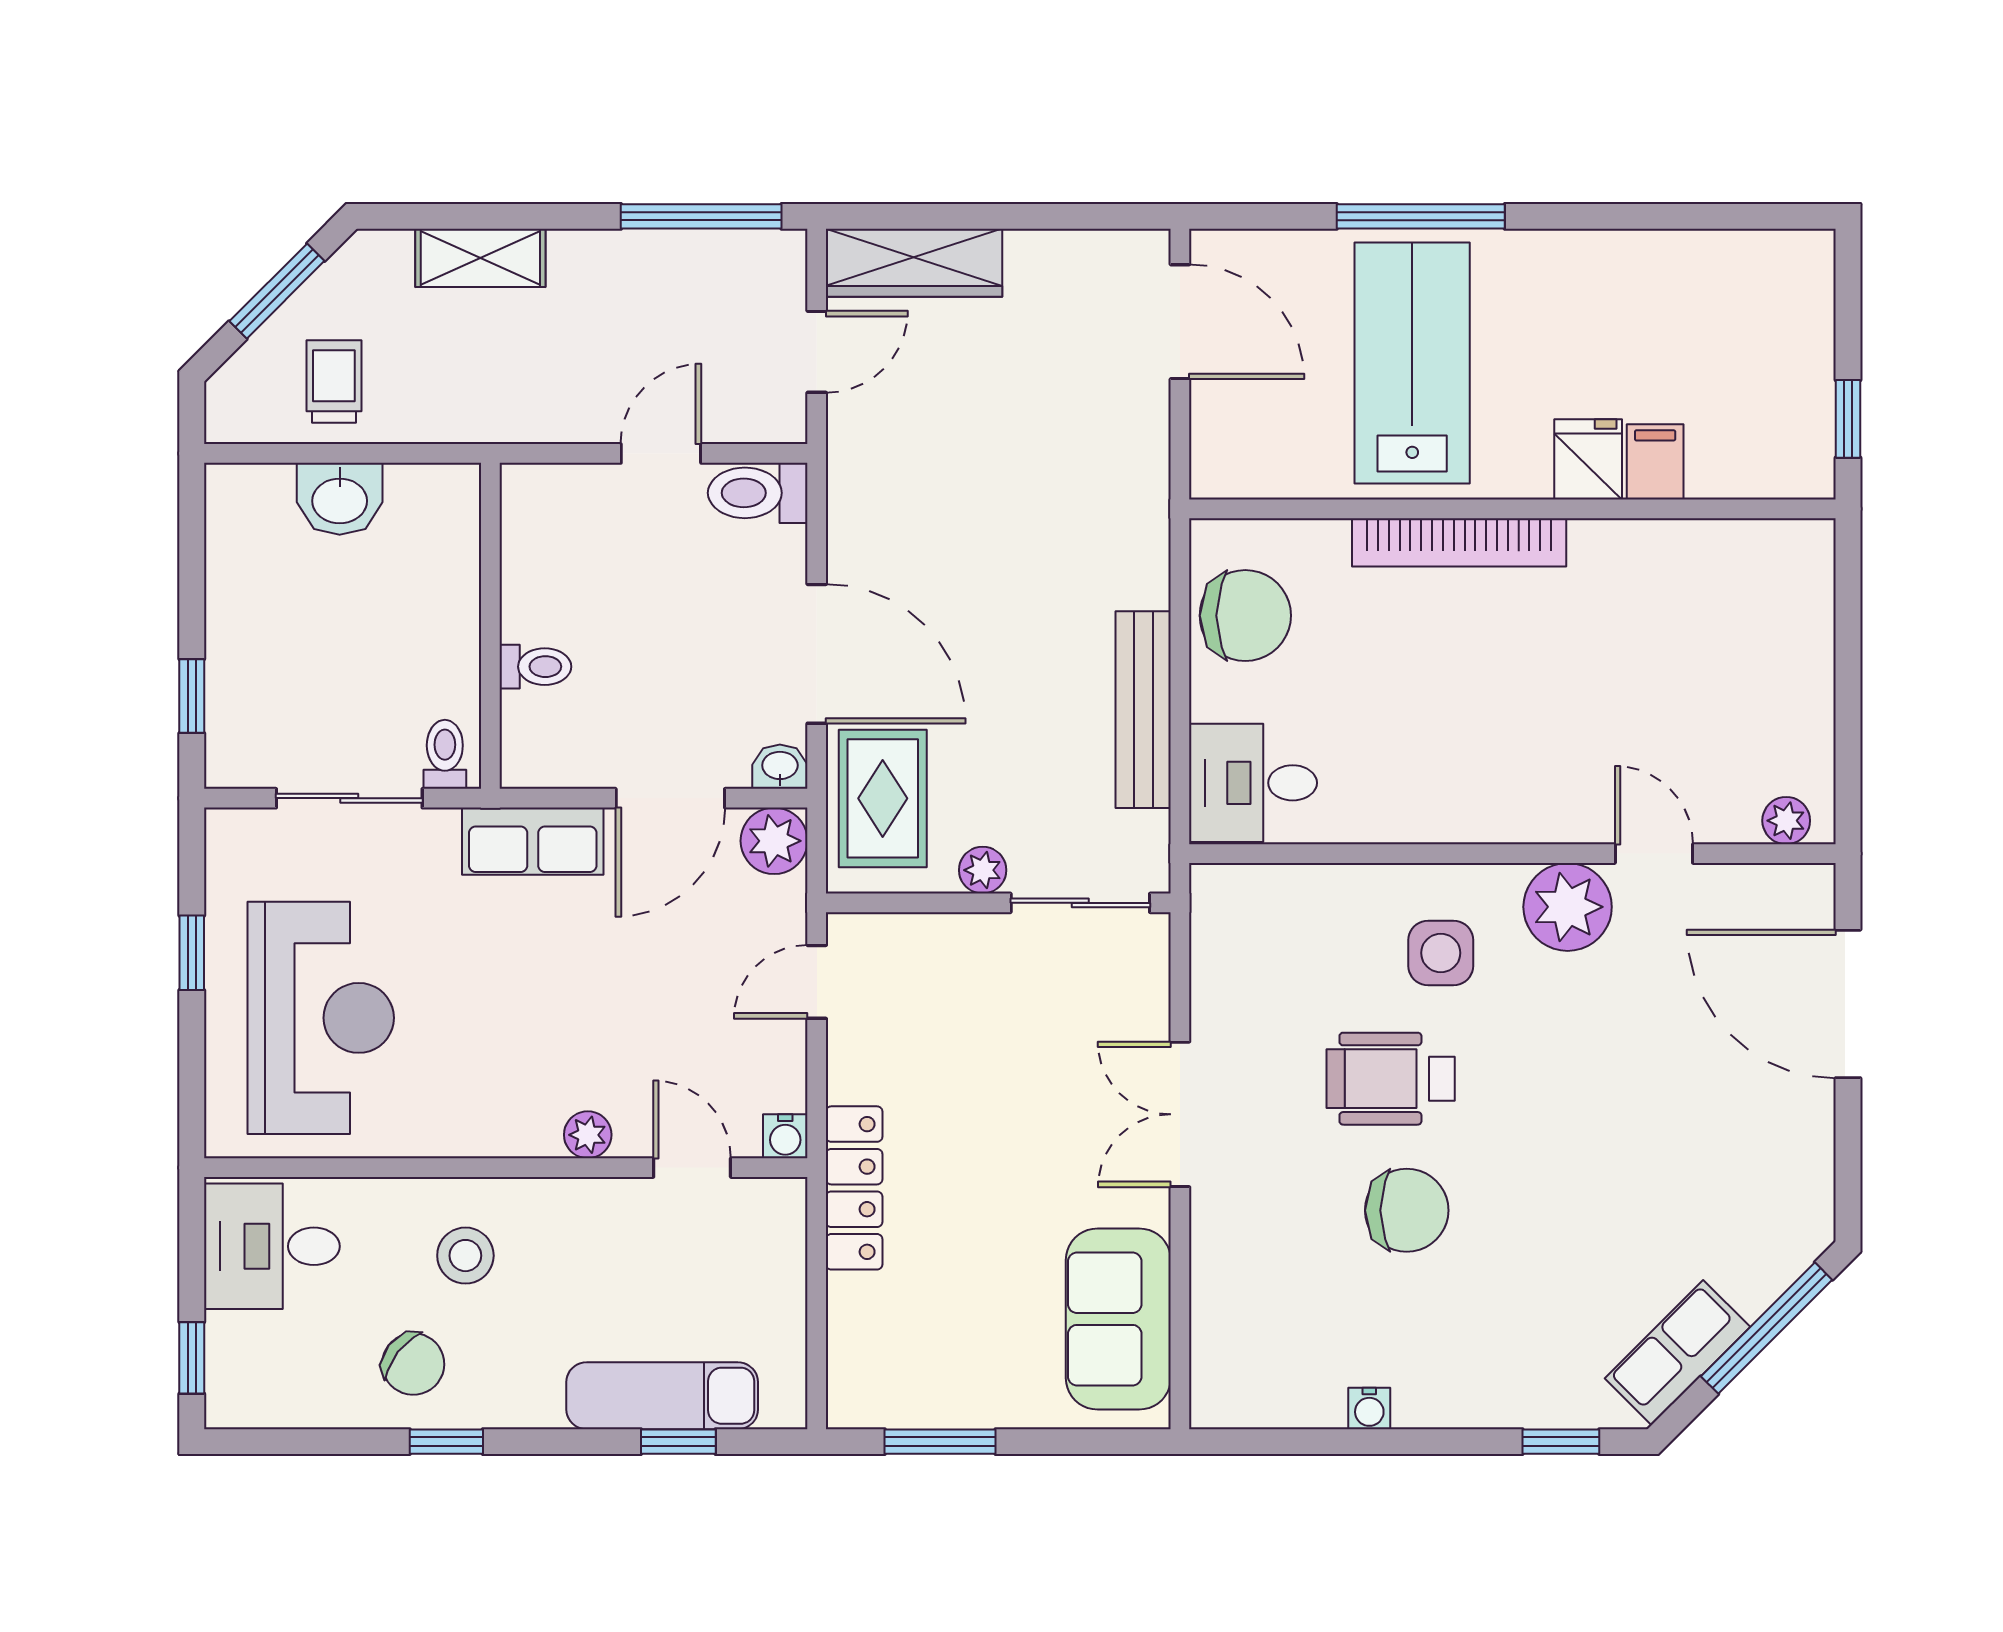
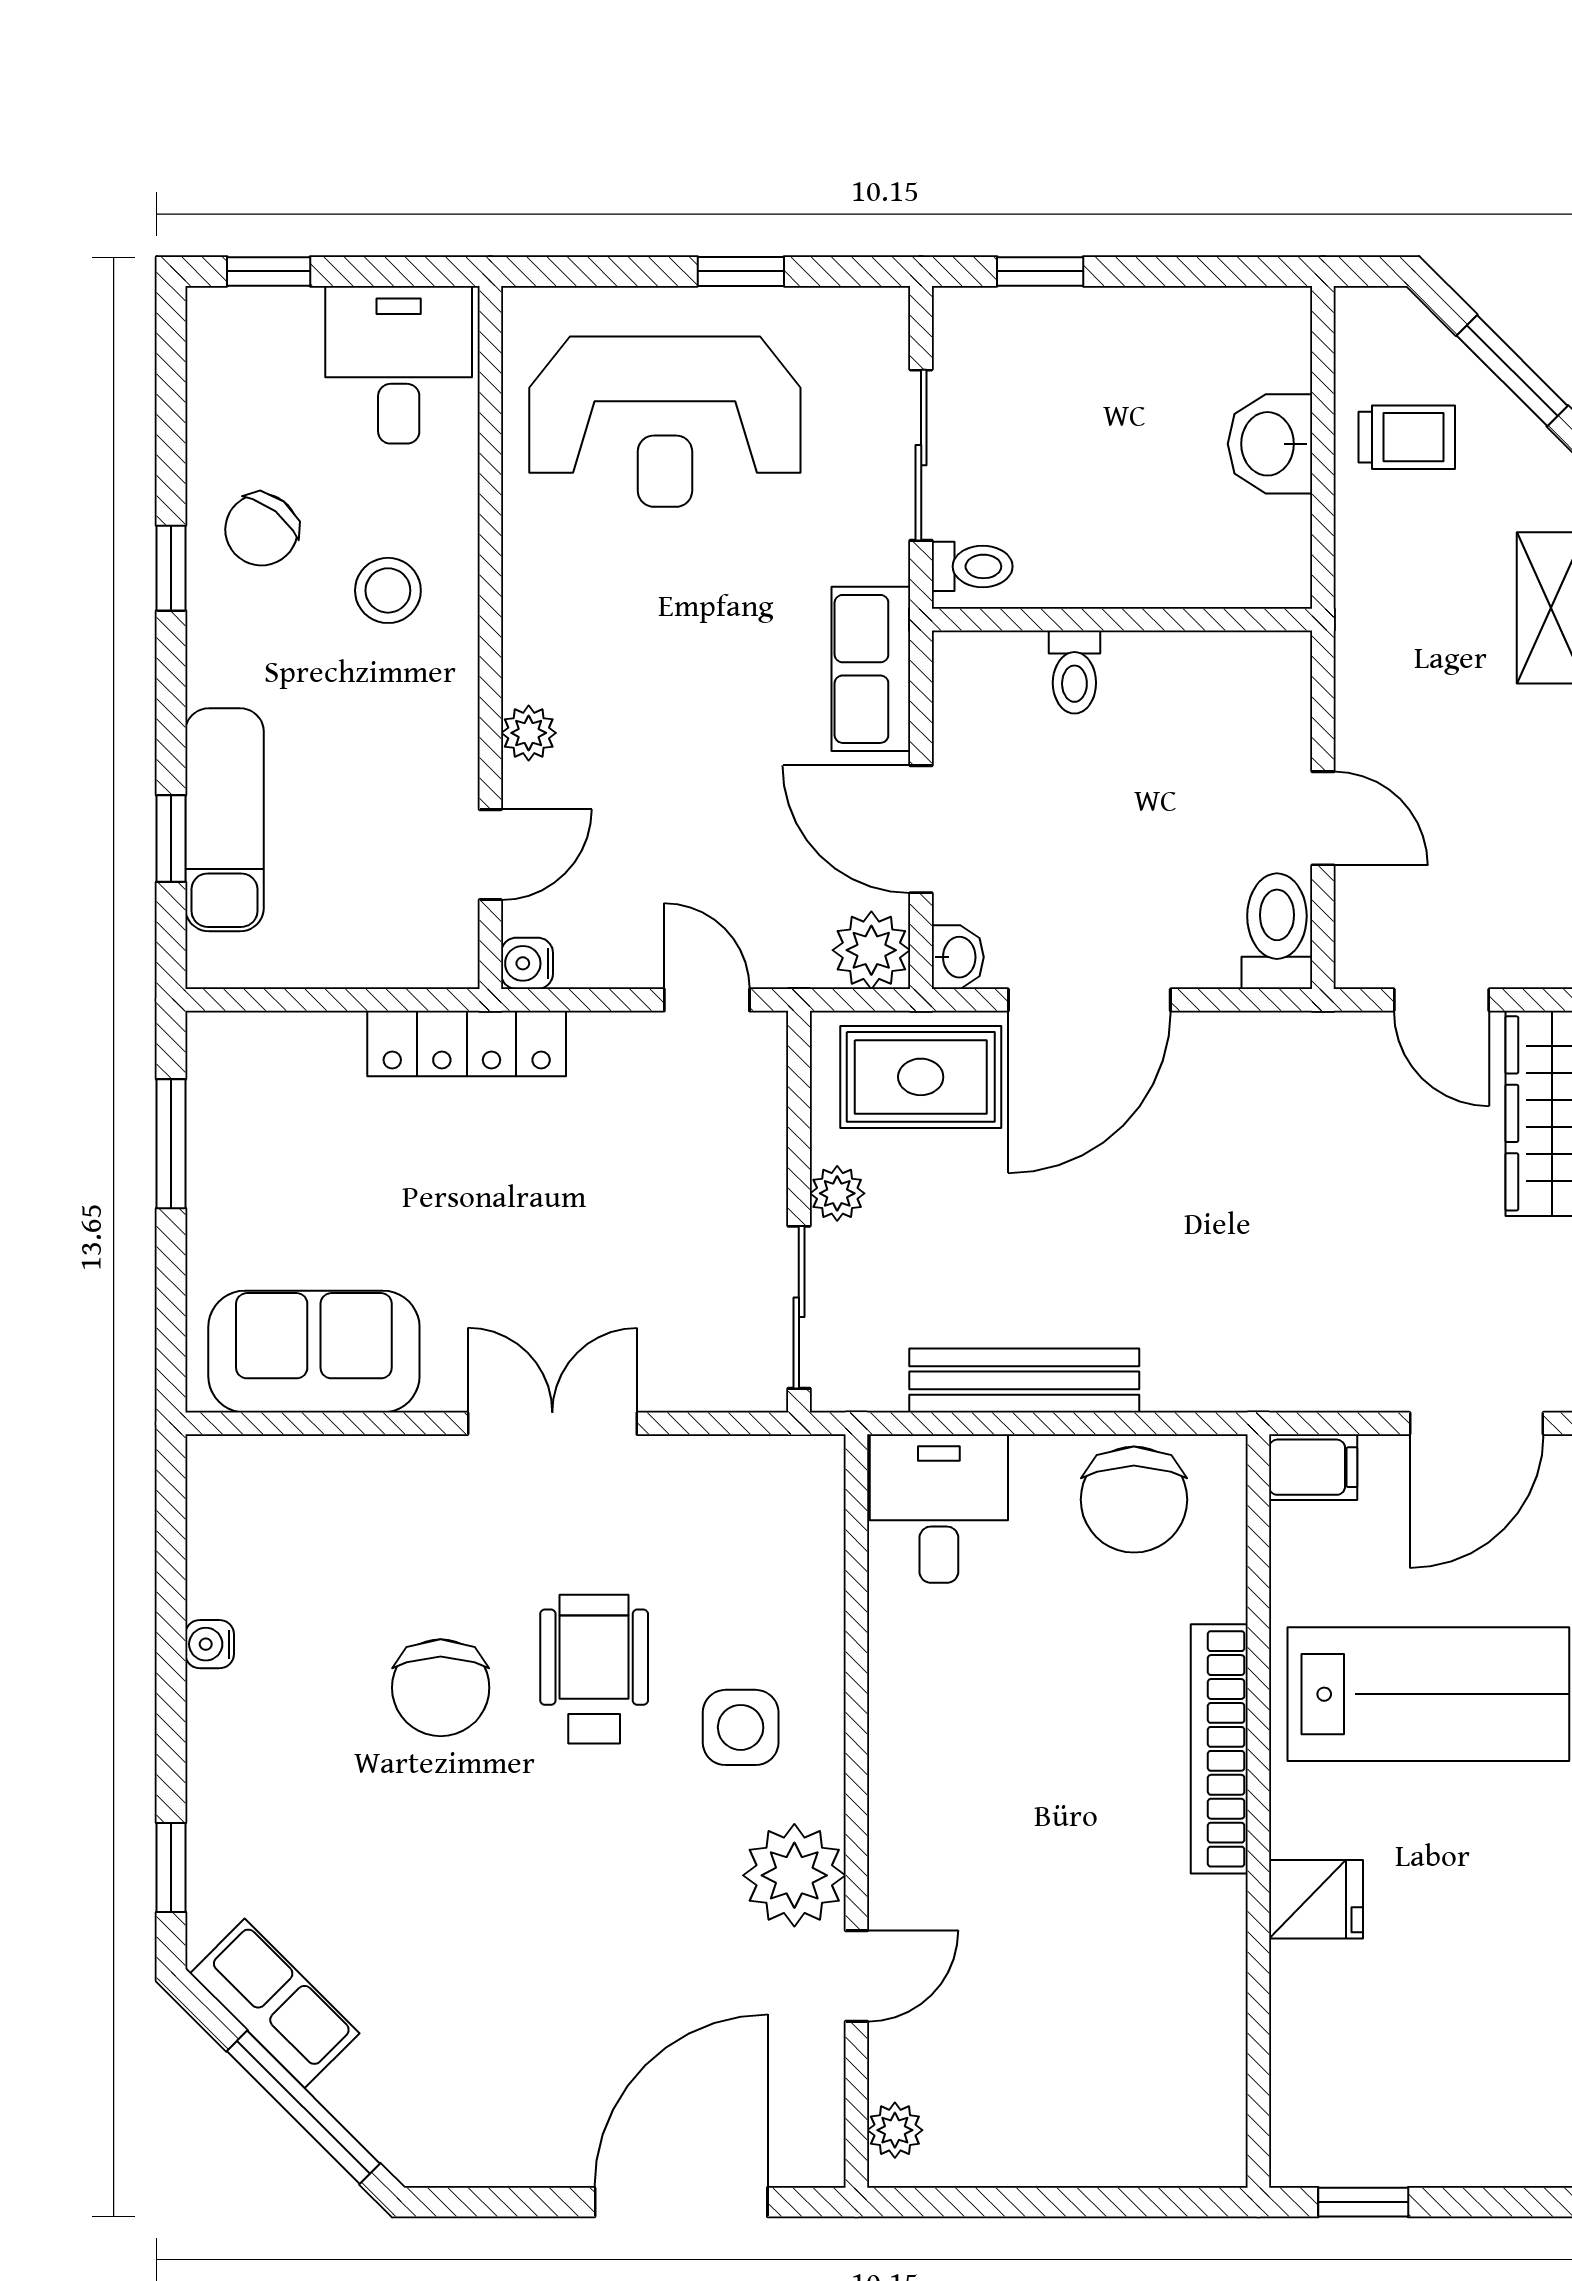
filing cabinet: (1655, 462) -> (1313, 1467), moved

